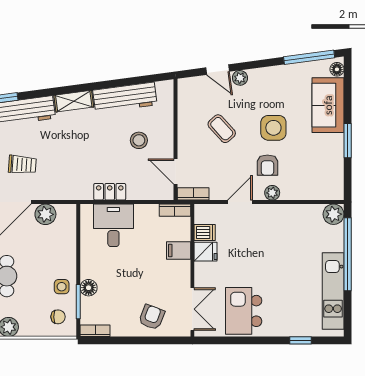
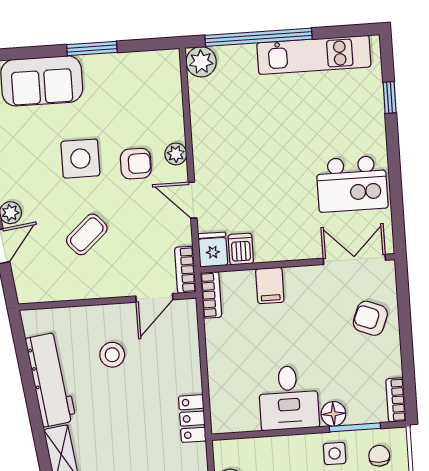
locker: (110, 192) -> (192, 419), moved
desk: (113, 225) -> (289, 398), moved, turned -90
fridge: (206, 252) -> (213, 250), moved

